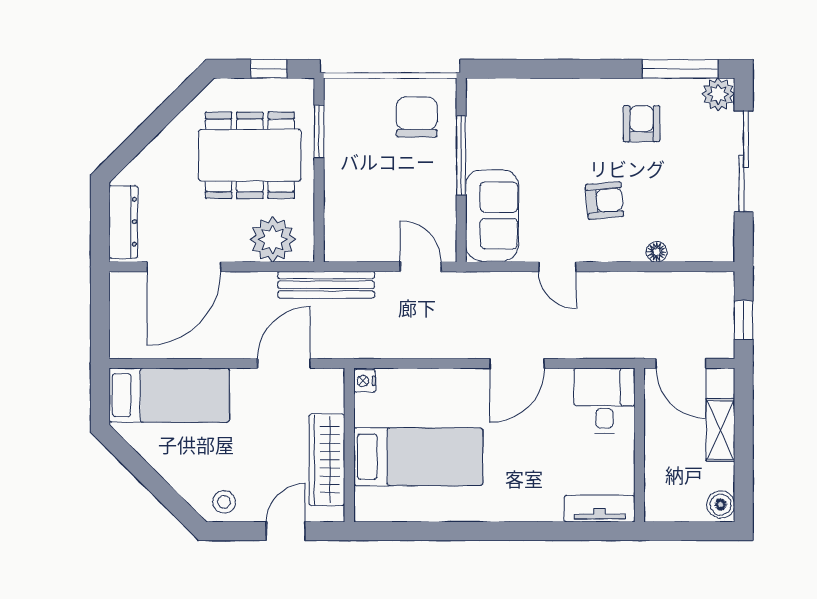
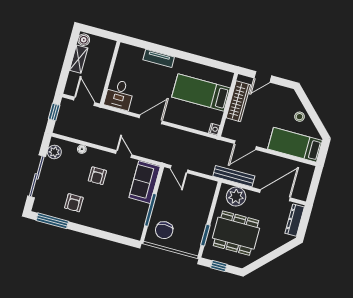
plant: (718, 94) -> (54, 152), moved
armchair: (604, 201) -> (97, 176), turned -85
bench: (326, 285) -> (234, 176), moved
shelving: (720, 430) -> (79, 59), moved
stool: (224, 502) -> (300, 117), moved
tv unit: (599, 509) -> (159, 58), moved

